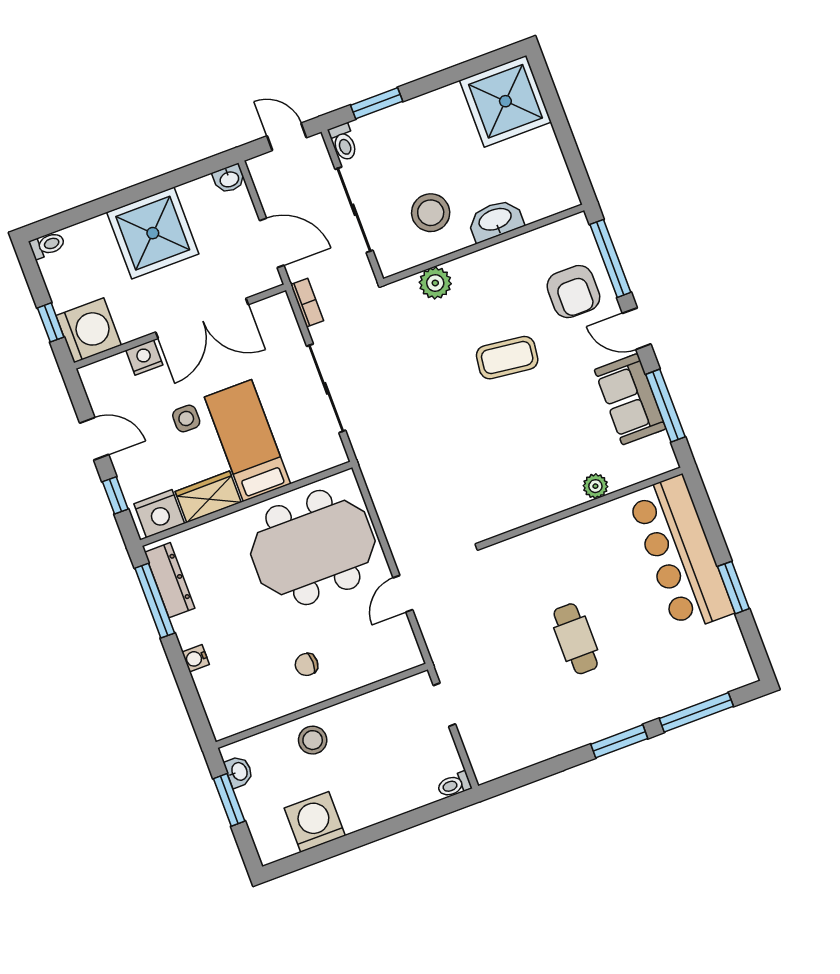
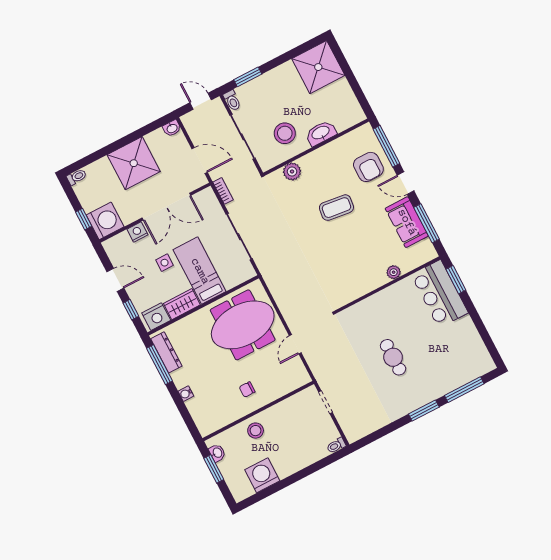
bar counter: (680, 554) -> (440, 294), width x0.73
window: (733, 588) -> (456, 280), moved

